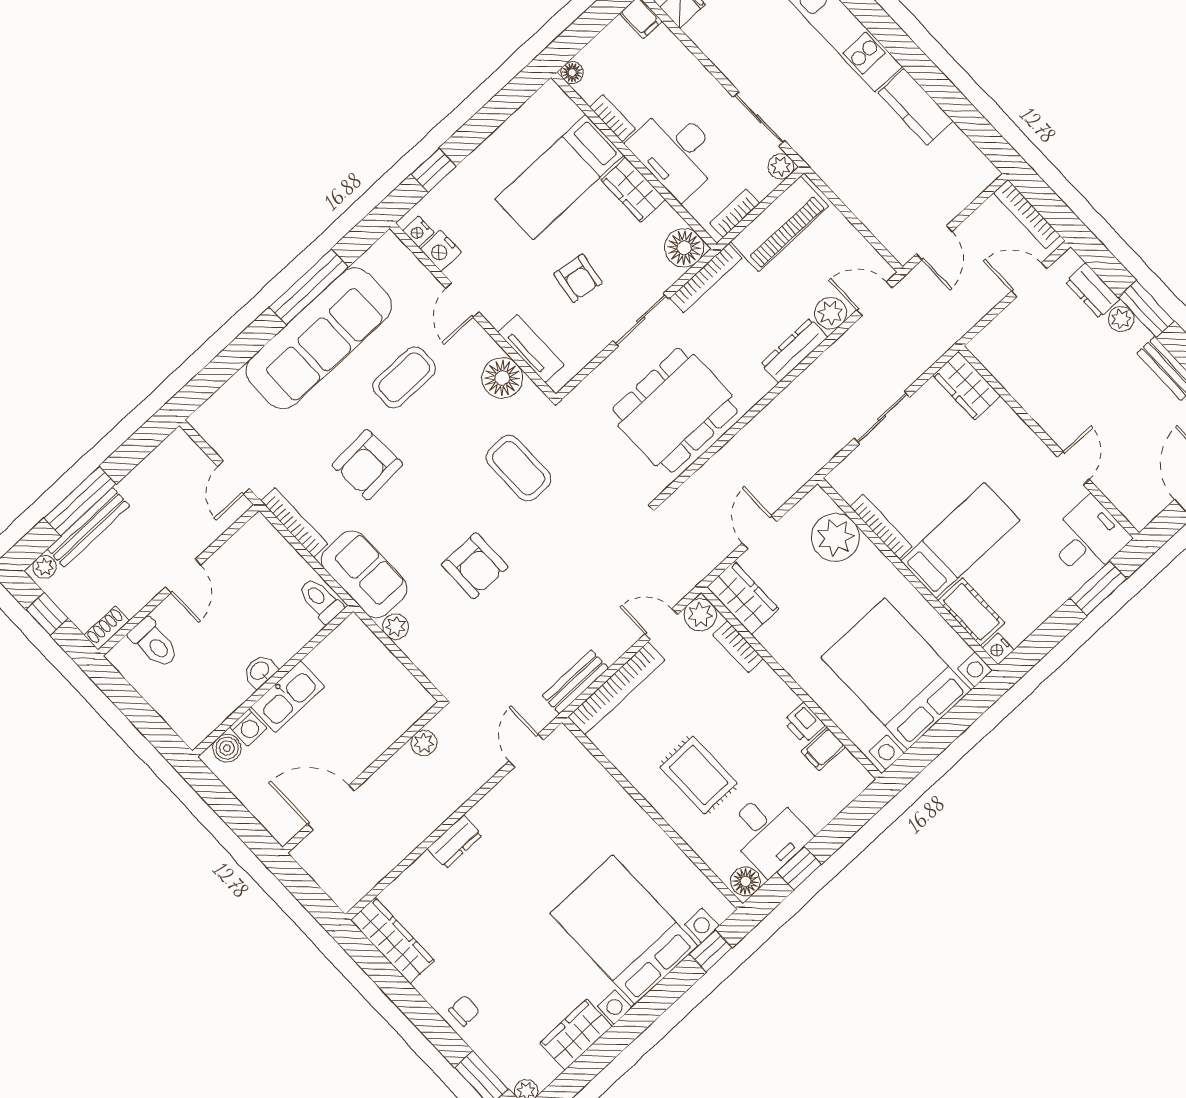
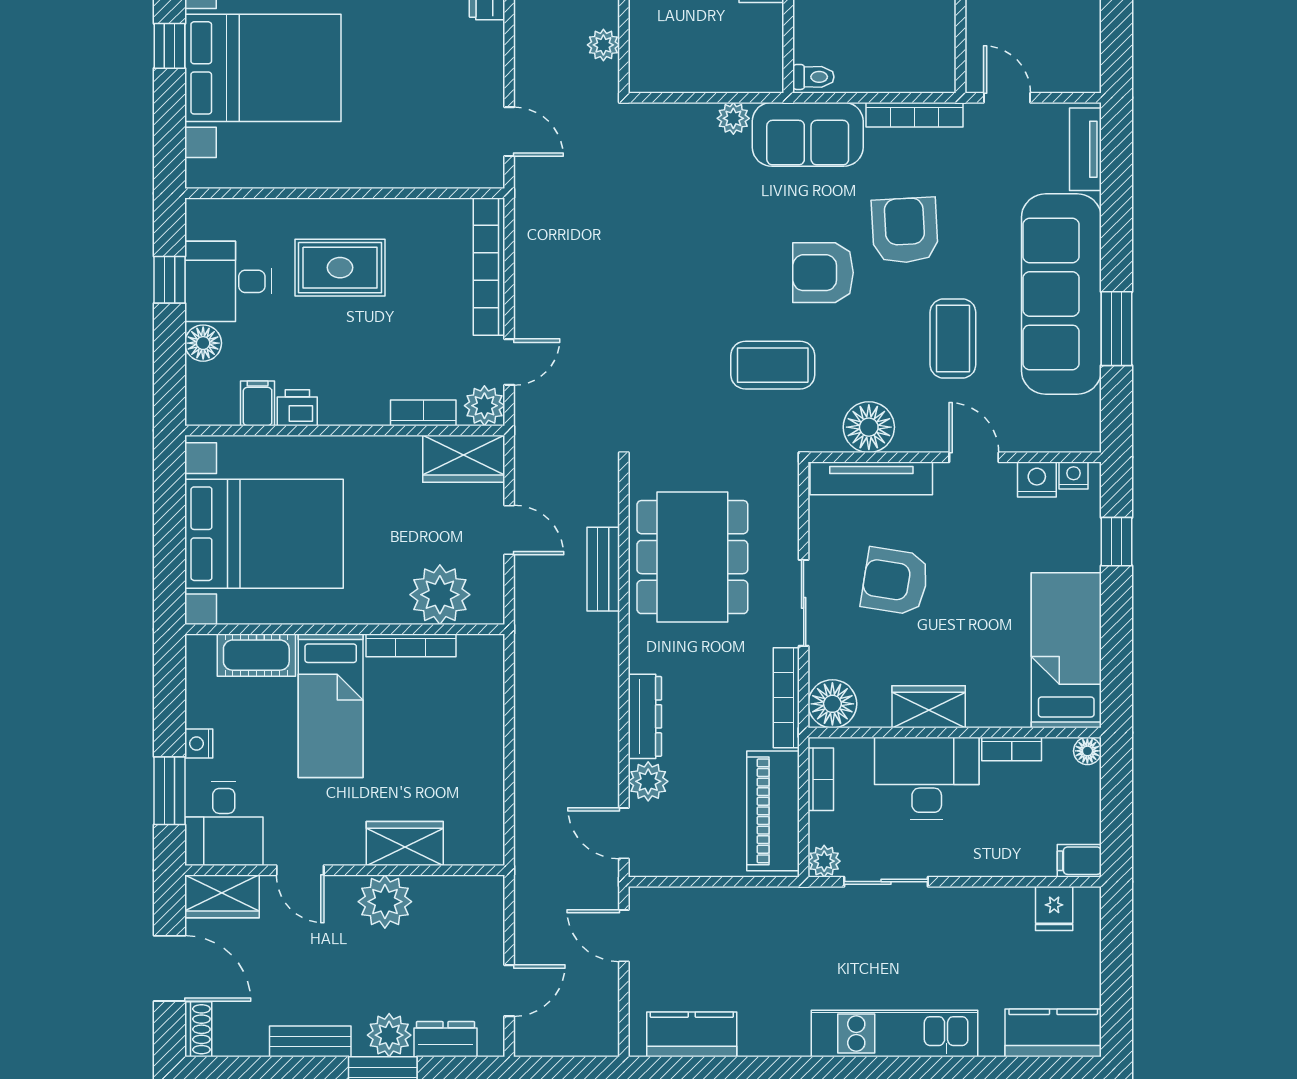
kitchen counter: (916, 107) -> (692, 1034), moved
bed: (559, 177) -> (1066, 650), moved
bookcase: (1027, 214) -> (571, 1045), removed
armchair: (578, 278) -> (895, 581), width x1.38, depth x1.38
window: (309, 287) -> (1116, 329), width x0.69
door: (874, 299) -> (624, 833), swing flipped
plant: (1121, 319) -> (389, 1035), width x1.38, depth x1.38
tv unit: (531, 349) -> (871, 478), width x1.41
wardrobe: (967, 386) -> (405, 843), moved
plant: (1045, 401) -> (385, 902), added
tv unit: (221, 403) -> (1085, 149), added
sliding door: (882, 418) -> (509, 739), removed
wardrobe: (1131, 500) -> (222, 896), added
armchair: (475, 566) -> (823, 273), moved
toilet: (320, 600) -> (813, 77), width x0.73, depth x0.72
nightstand: (998, 649) -> (199, 743), moved, turned -90
bench: (575, 682) -> (603, 569), moved
floor lamp: (746, 881) -> (203, 343), moved
window: (711, 951) -> (170, 46), moved

